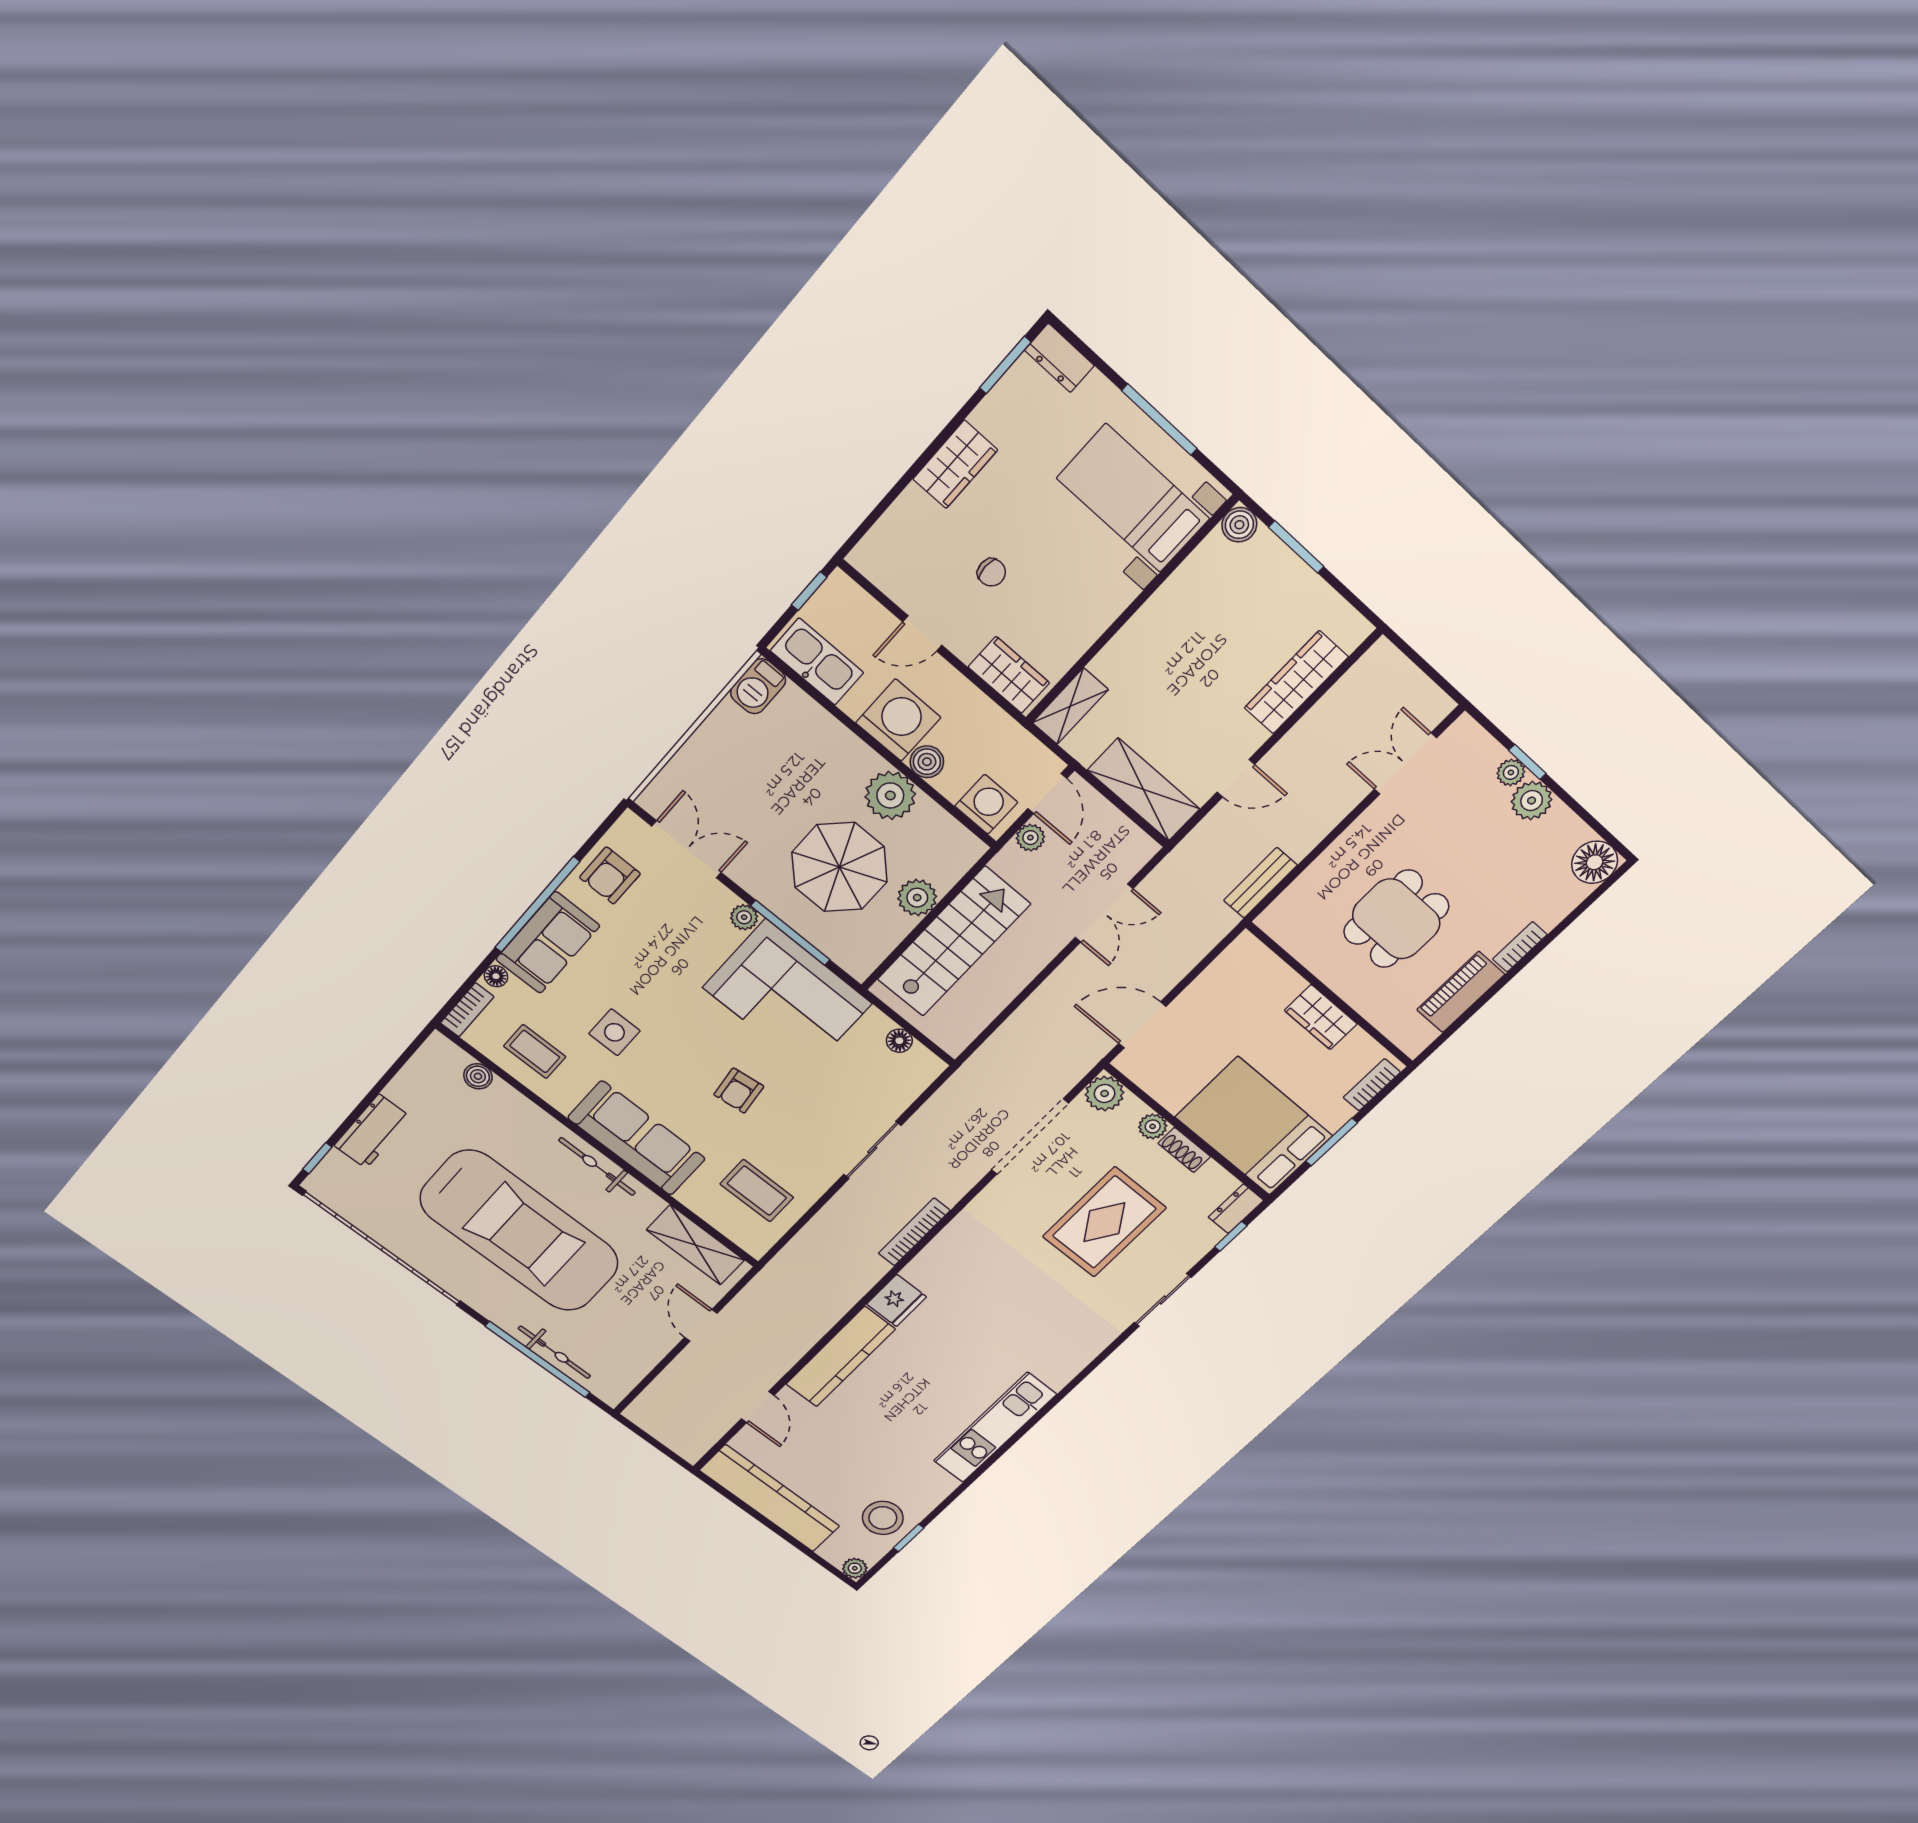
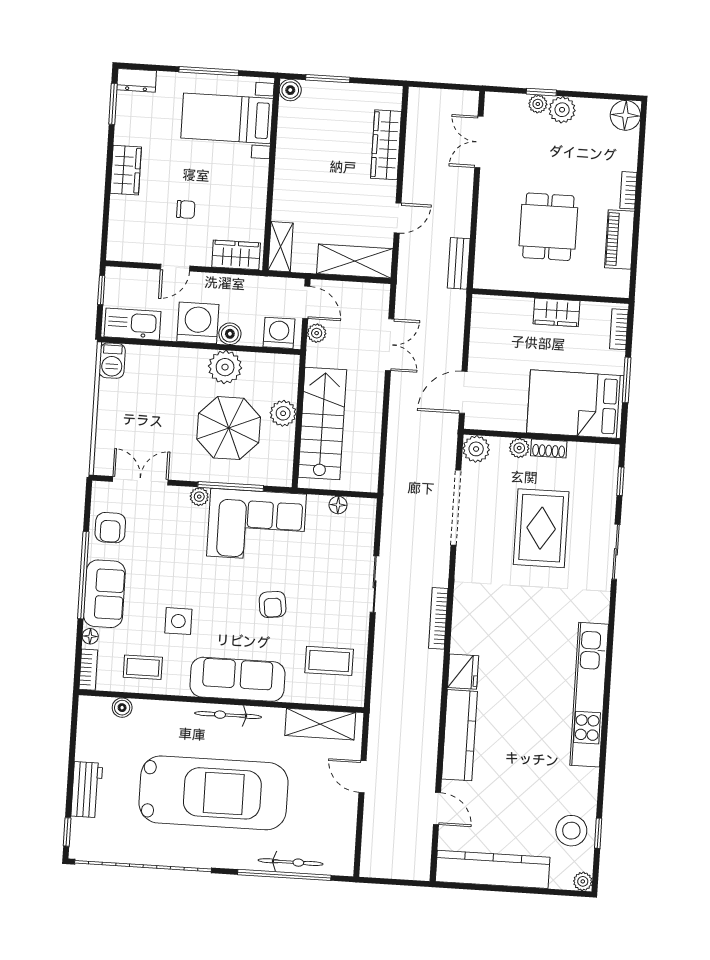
dresser: (1236, 1209) -> (608, 462), removed
kitchen unit: (995, 1428) -> (589, 695), width x1.36

